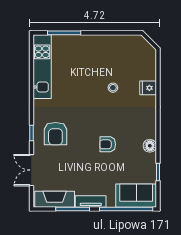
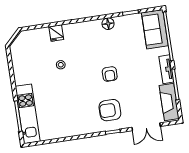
kitchen unit: (42, 67) -> (28, 114), moved, turned 90
armchair: (55, 134) -> (110, 110), turned 180
armchair: (108, 144) -> (110, 74), moved

